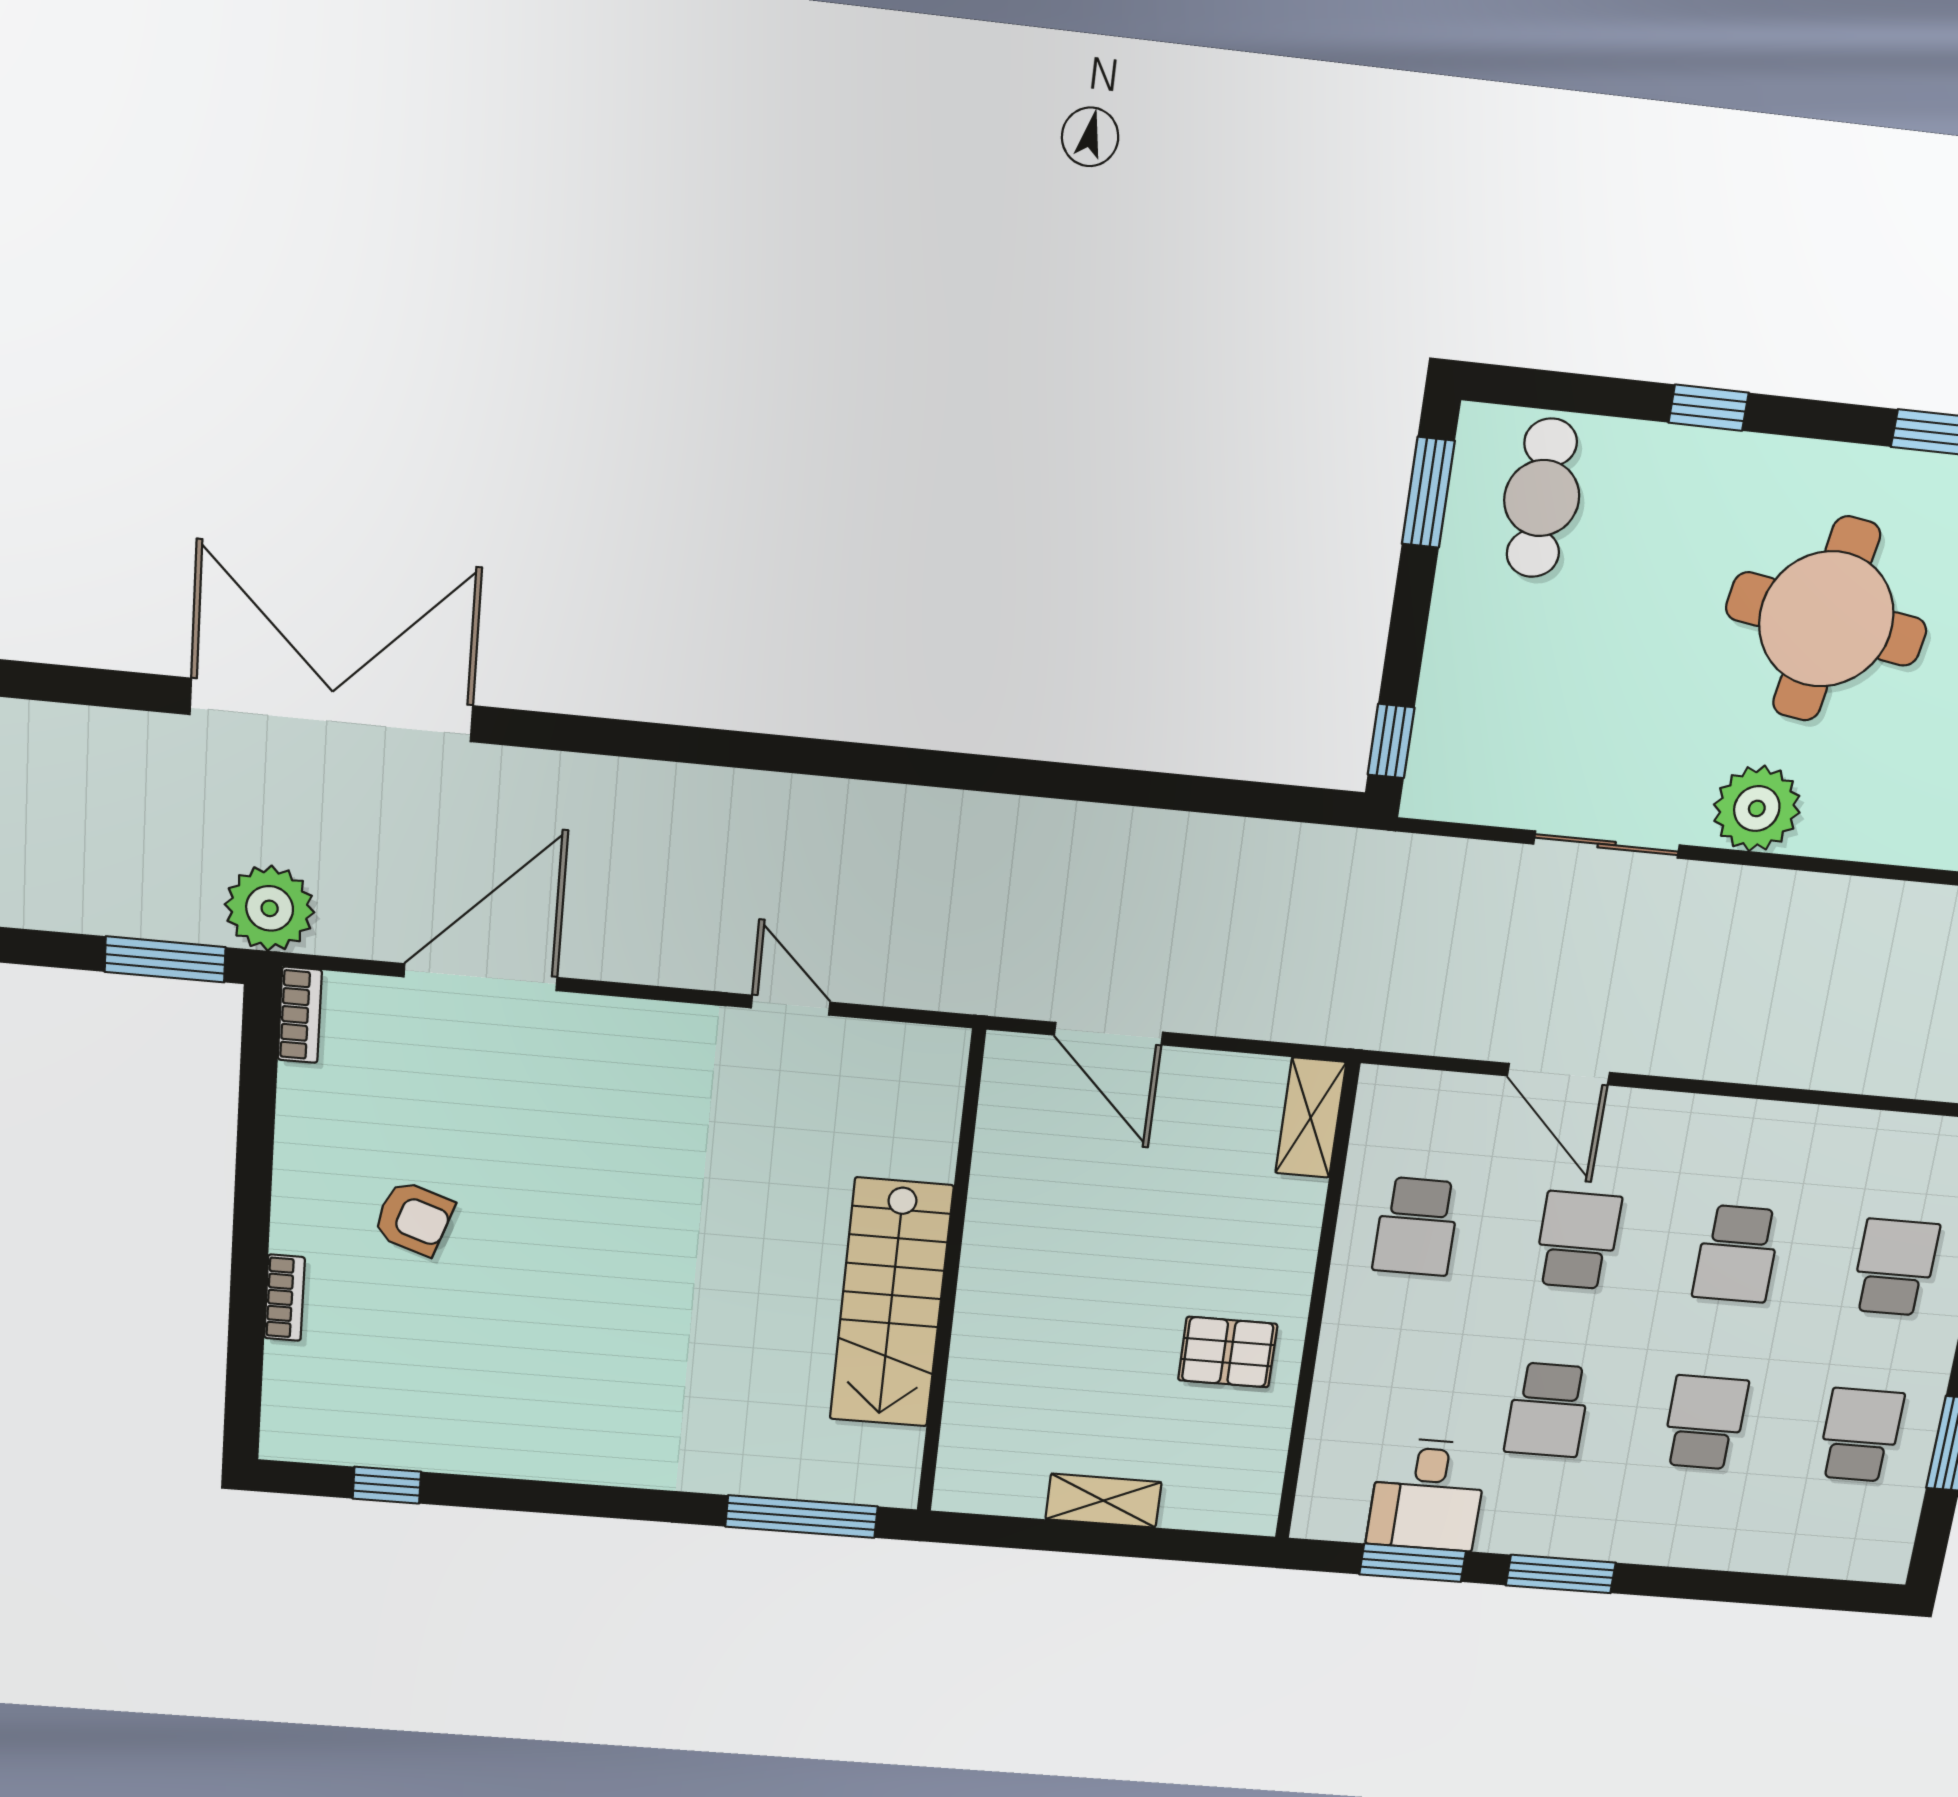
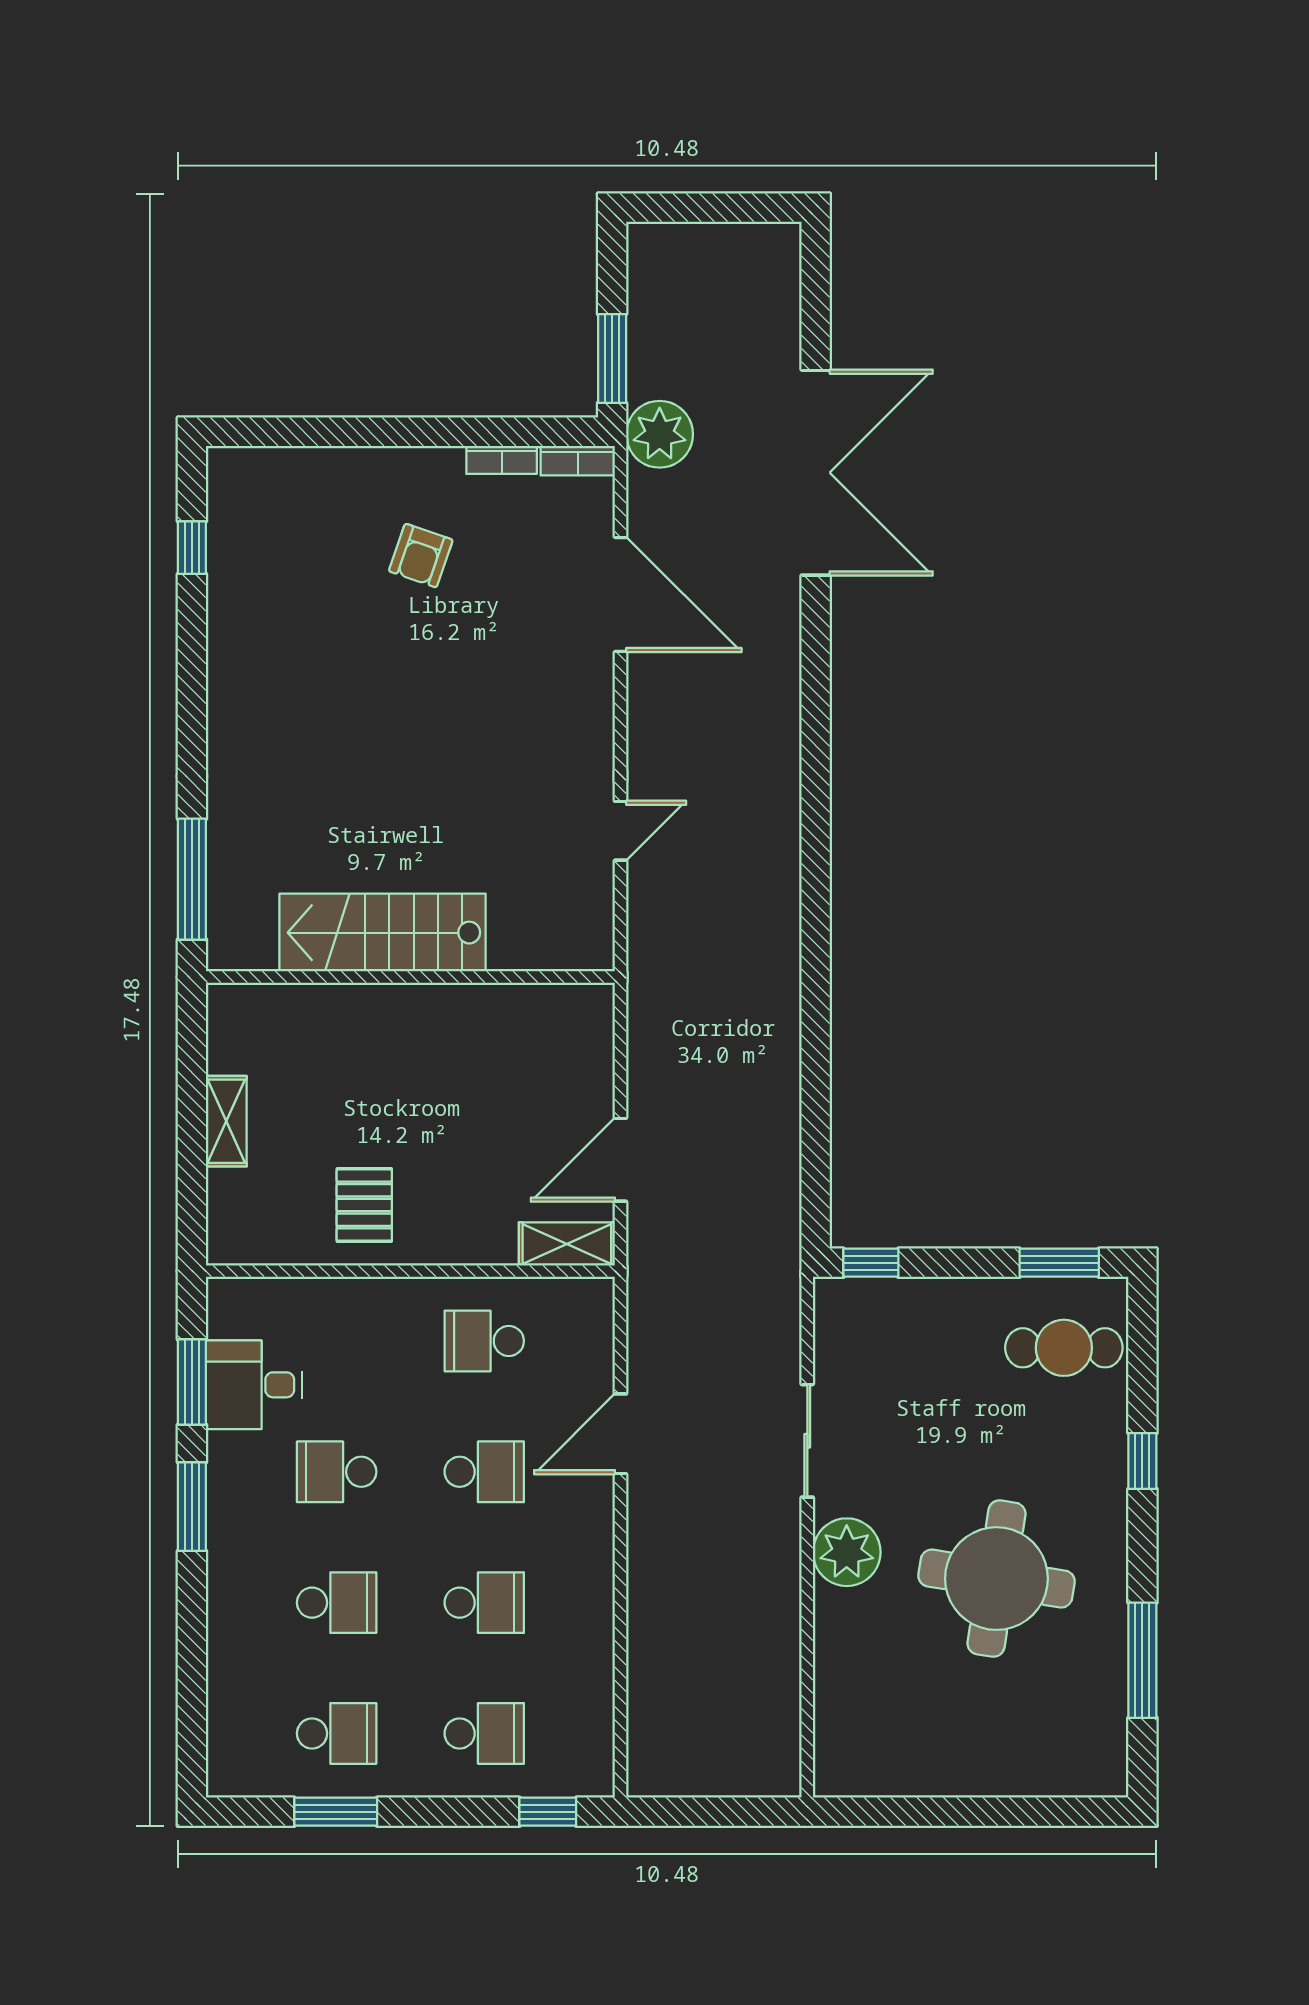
door: (1109, 1034) -> (621, 1160), moved
school desk: (1737, 1254) -> (484, 1603), turned 180
bookcase: (284, 1298) -> (502, 460), moved

